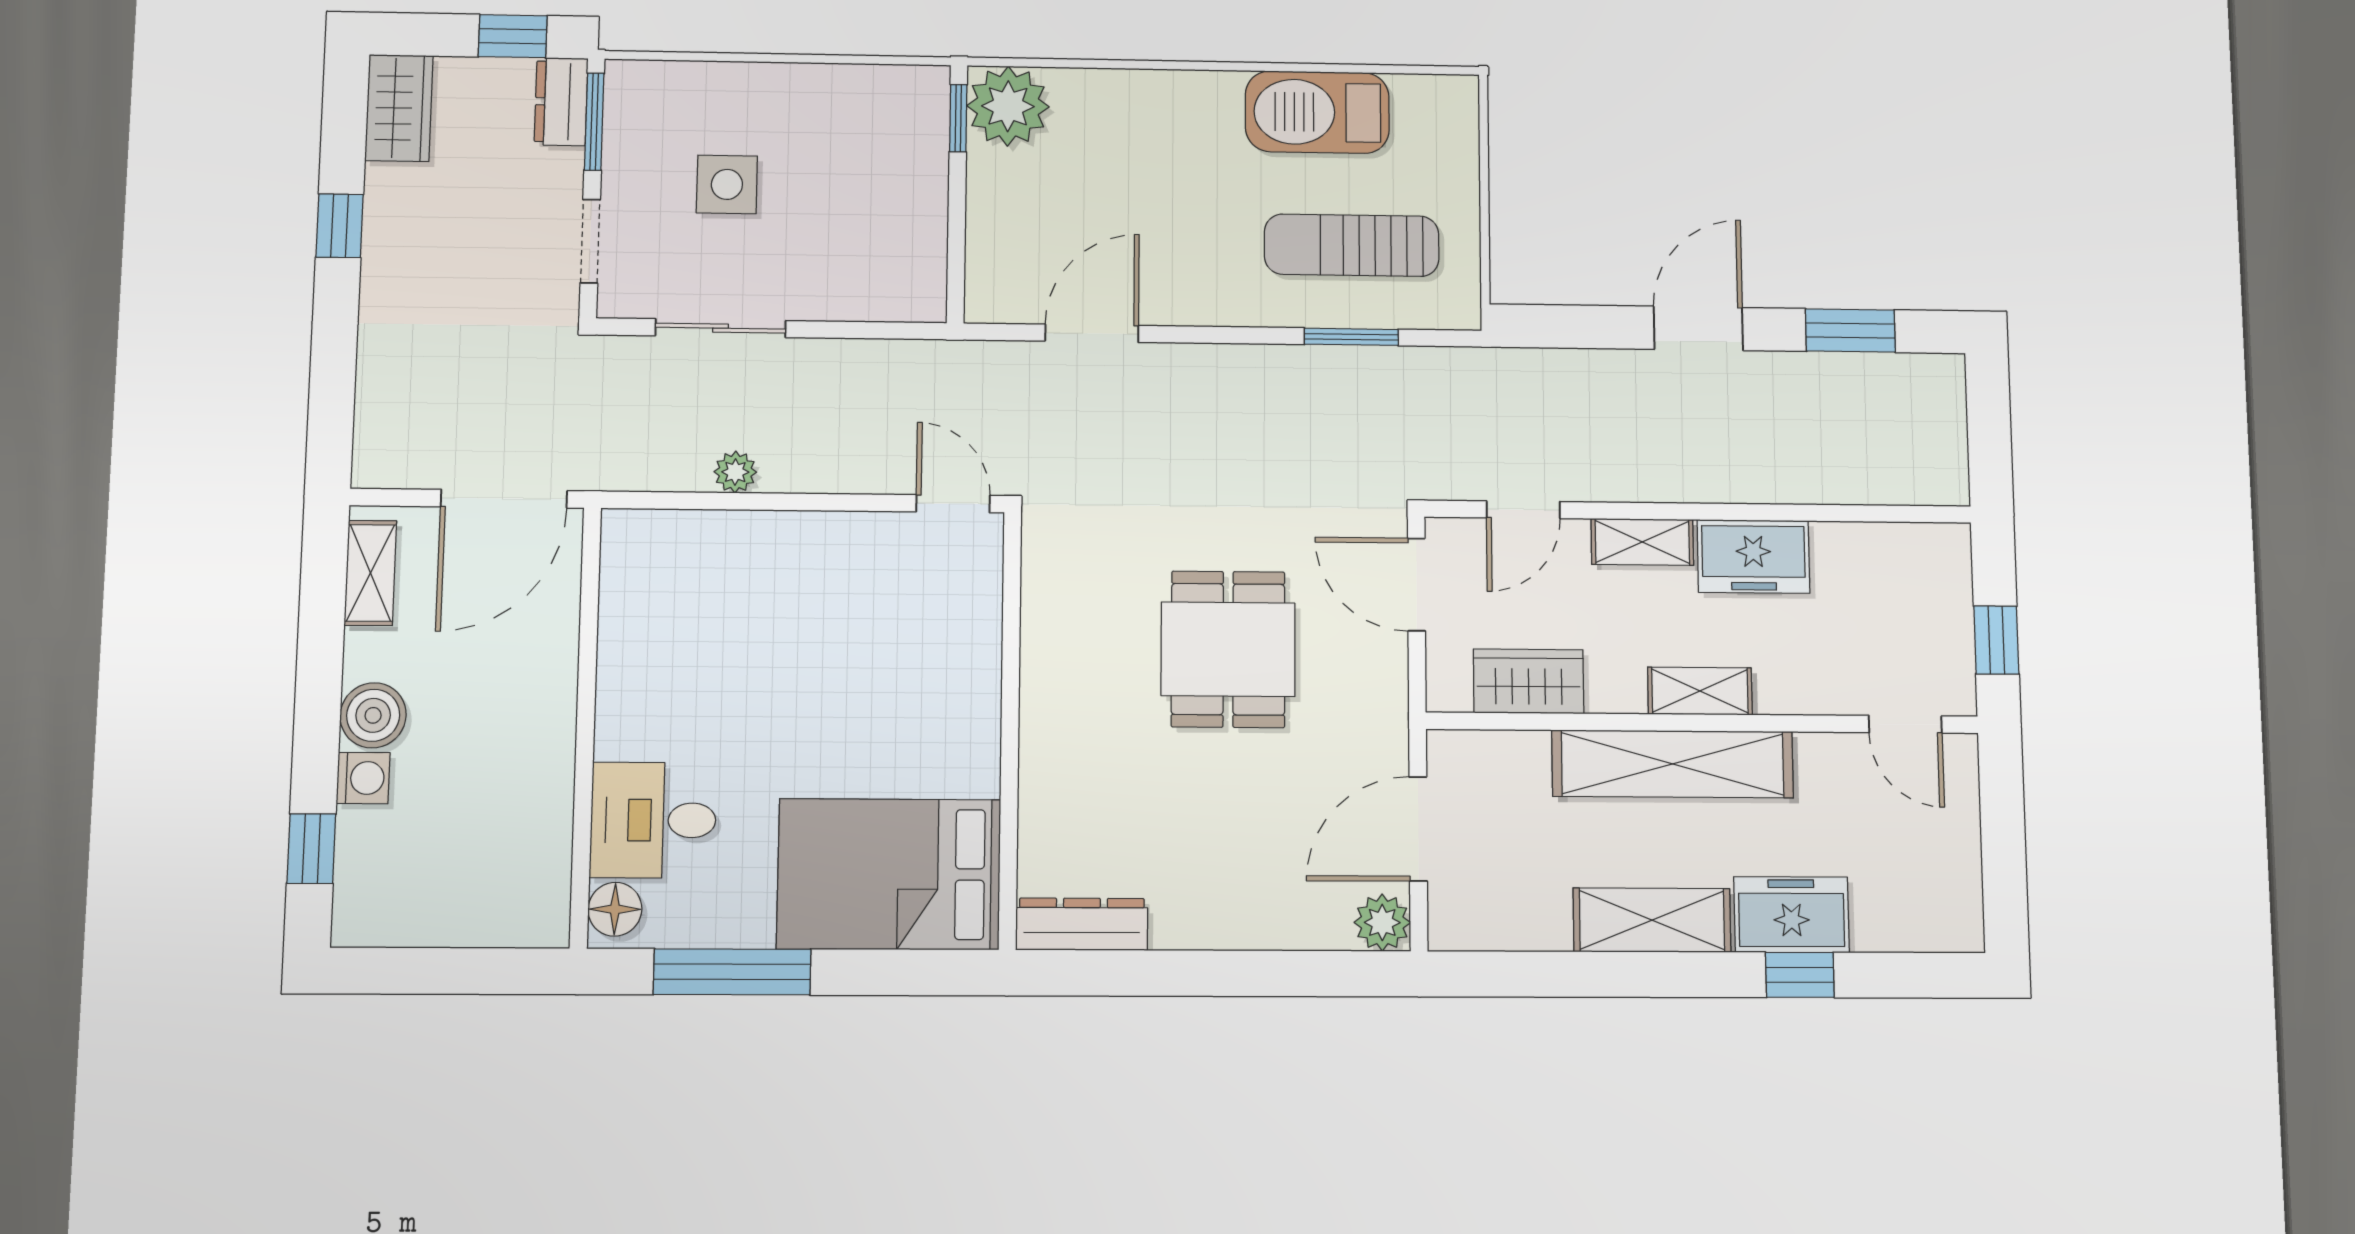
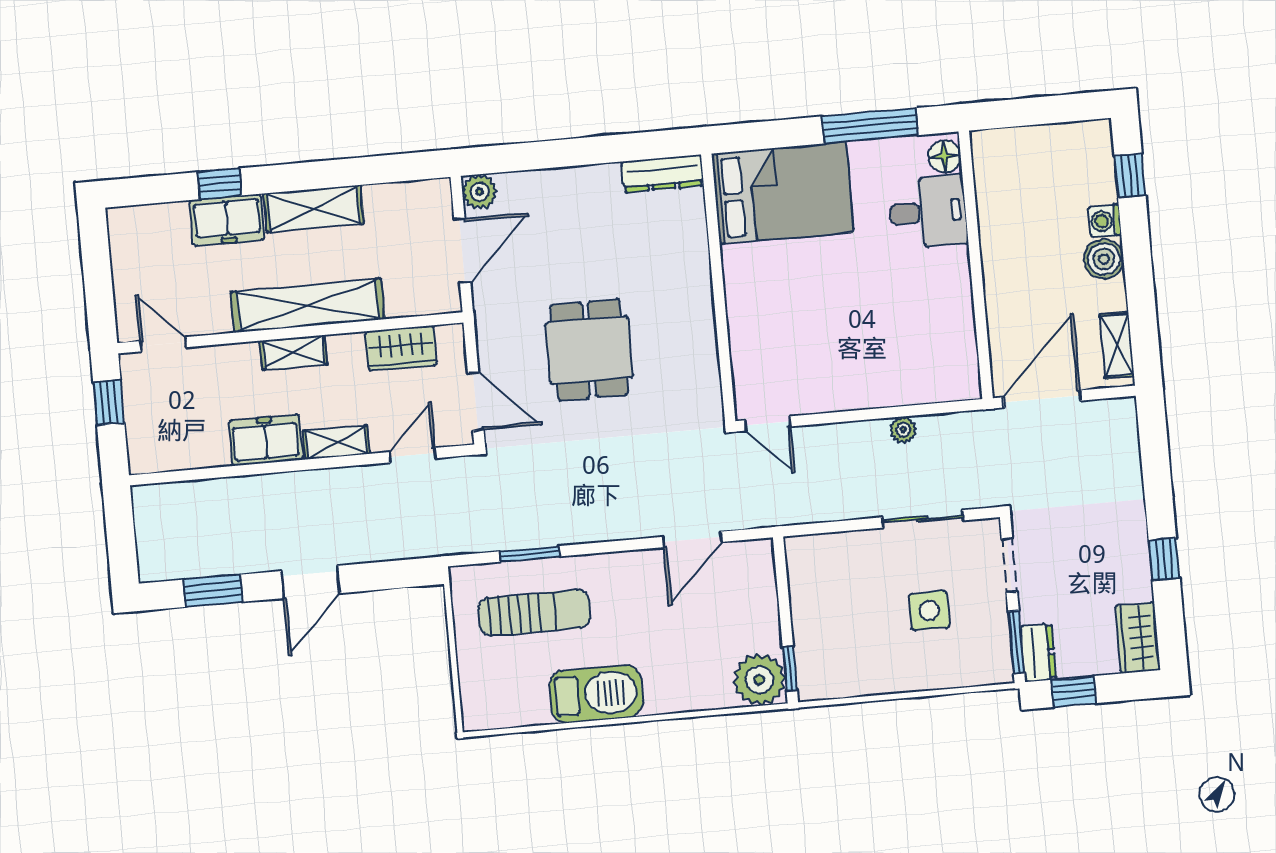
barbecue: (1317, 112) -> (596, 694), moved

